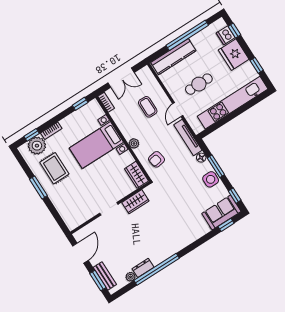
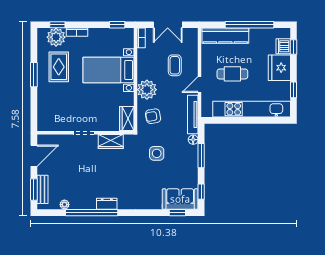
plant: (134, 143) -> (147, 90), width x1.87, depth x1.87
side table: (211, 179) -> (157, 153), moved
dresser: (143, 268) -> (107, 204), moved

